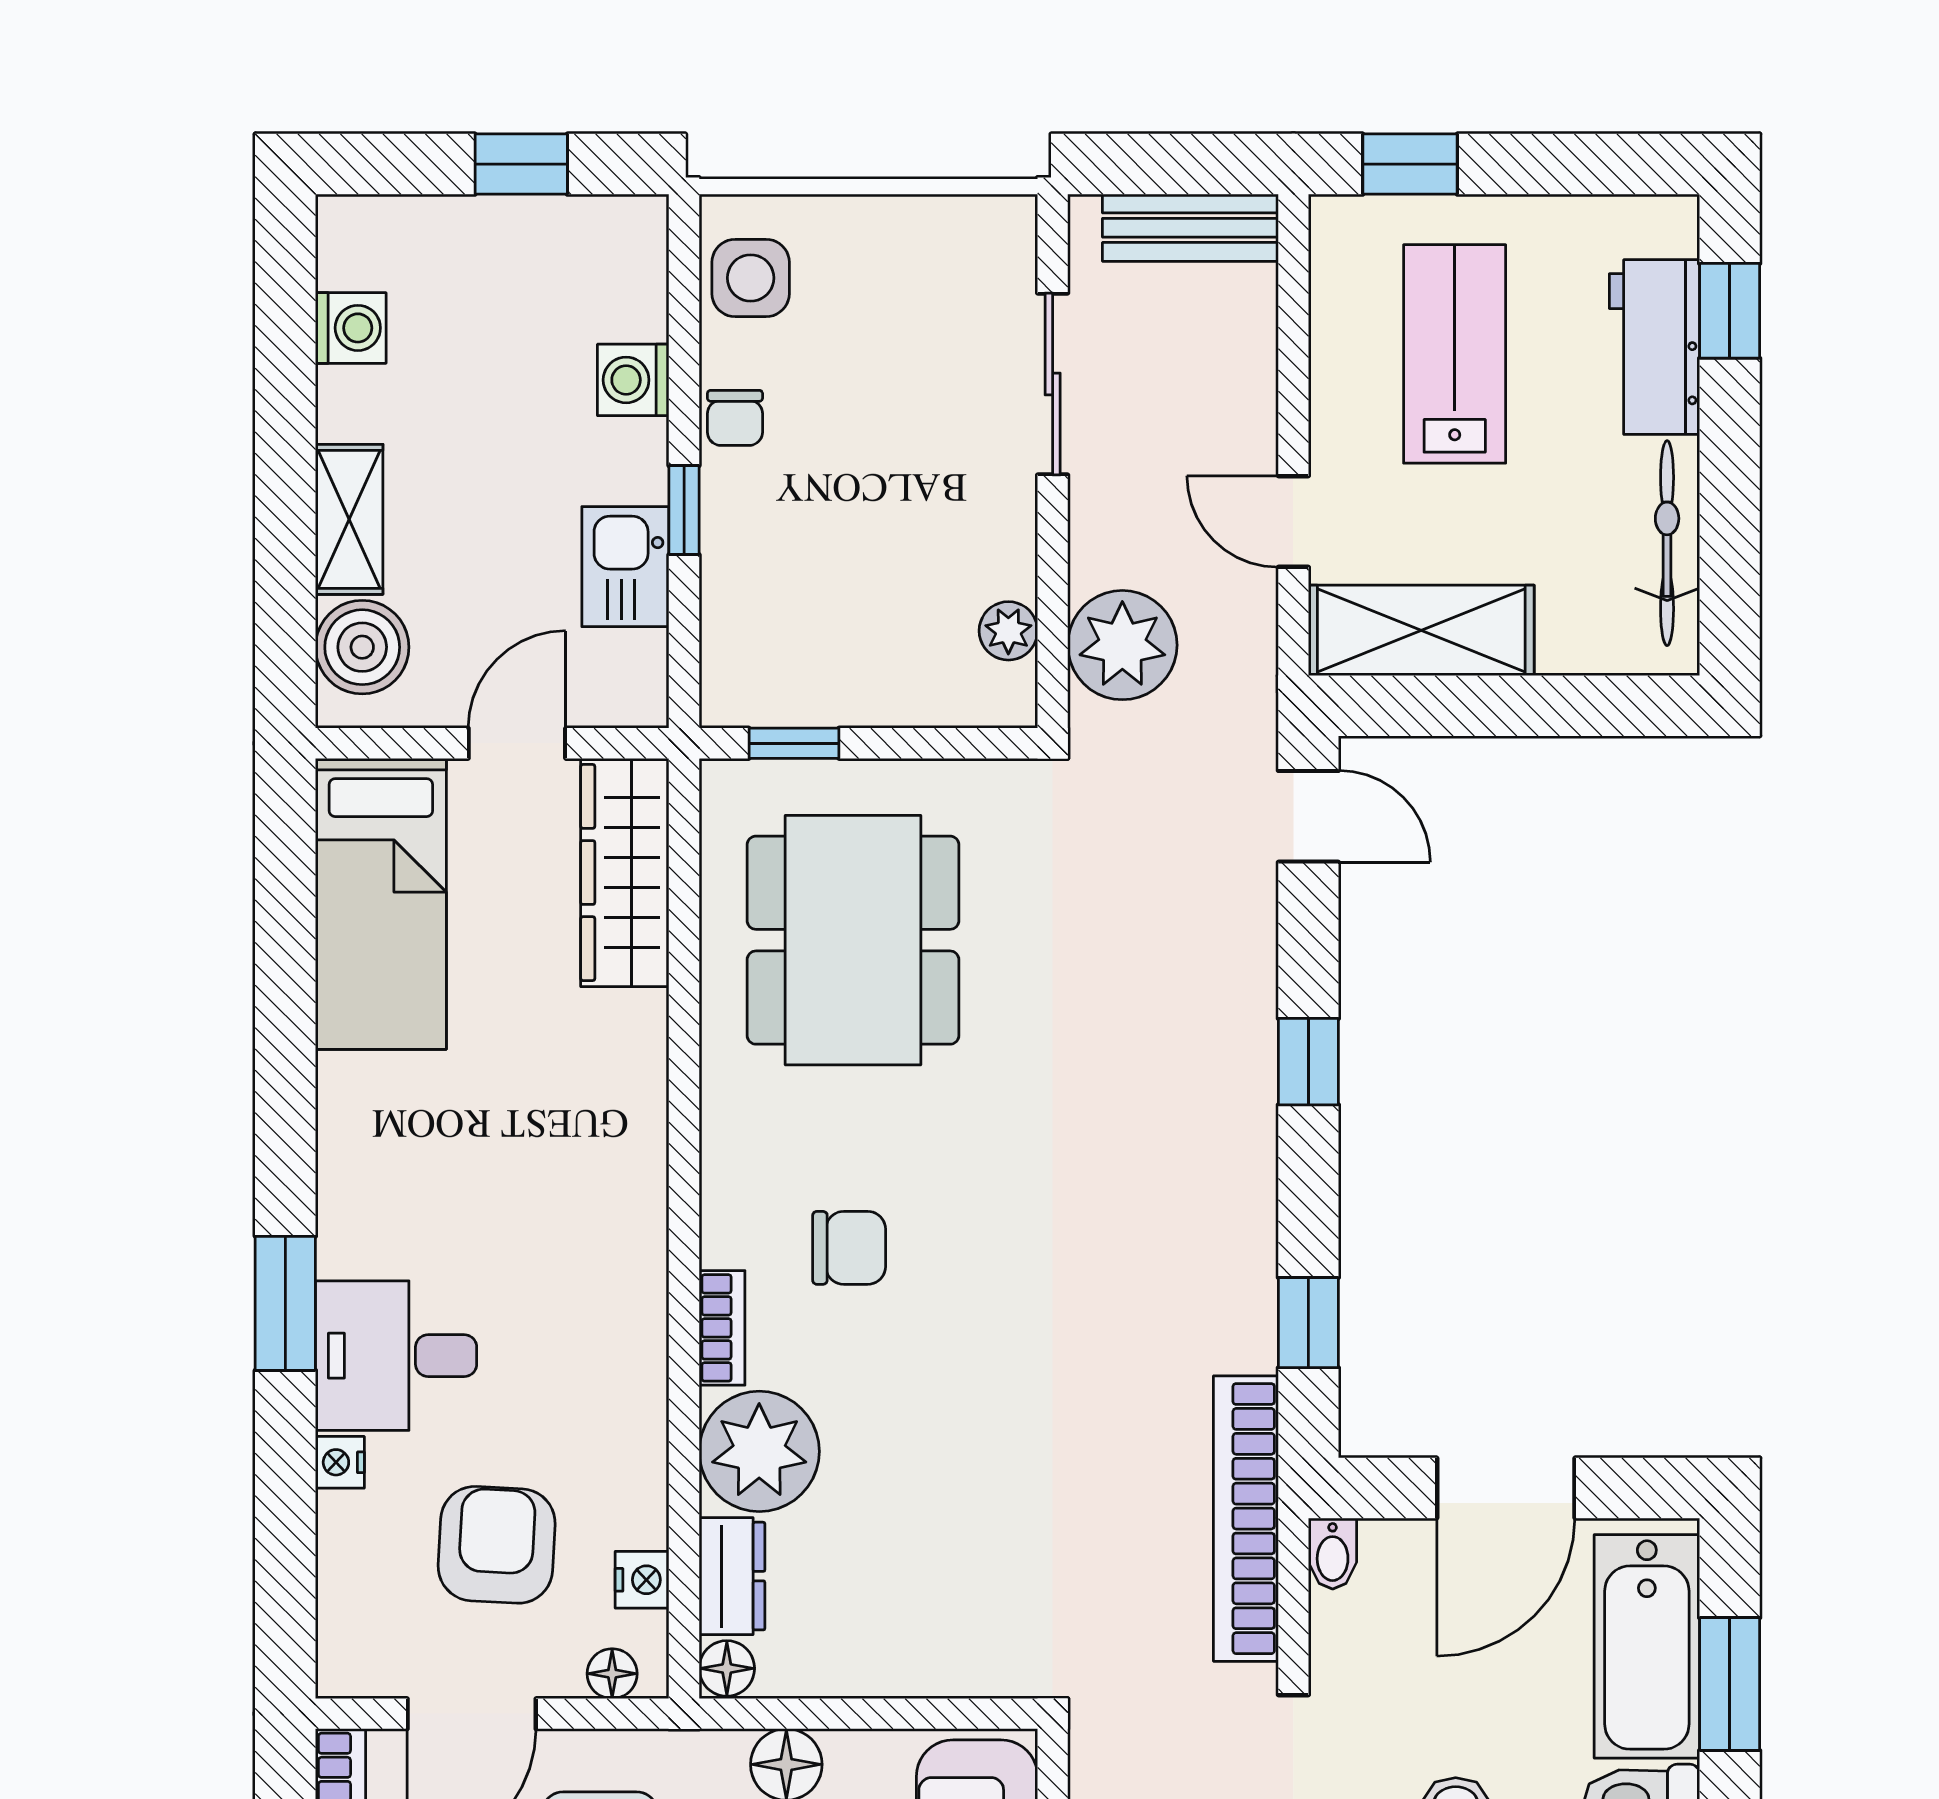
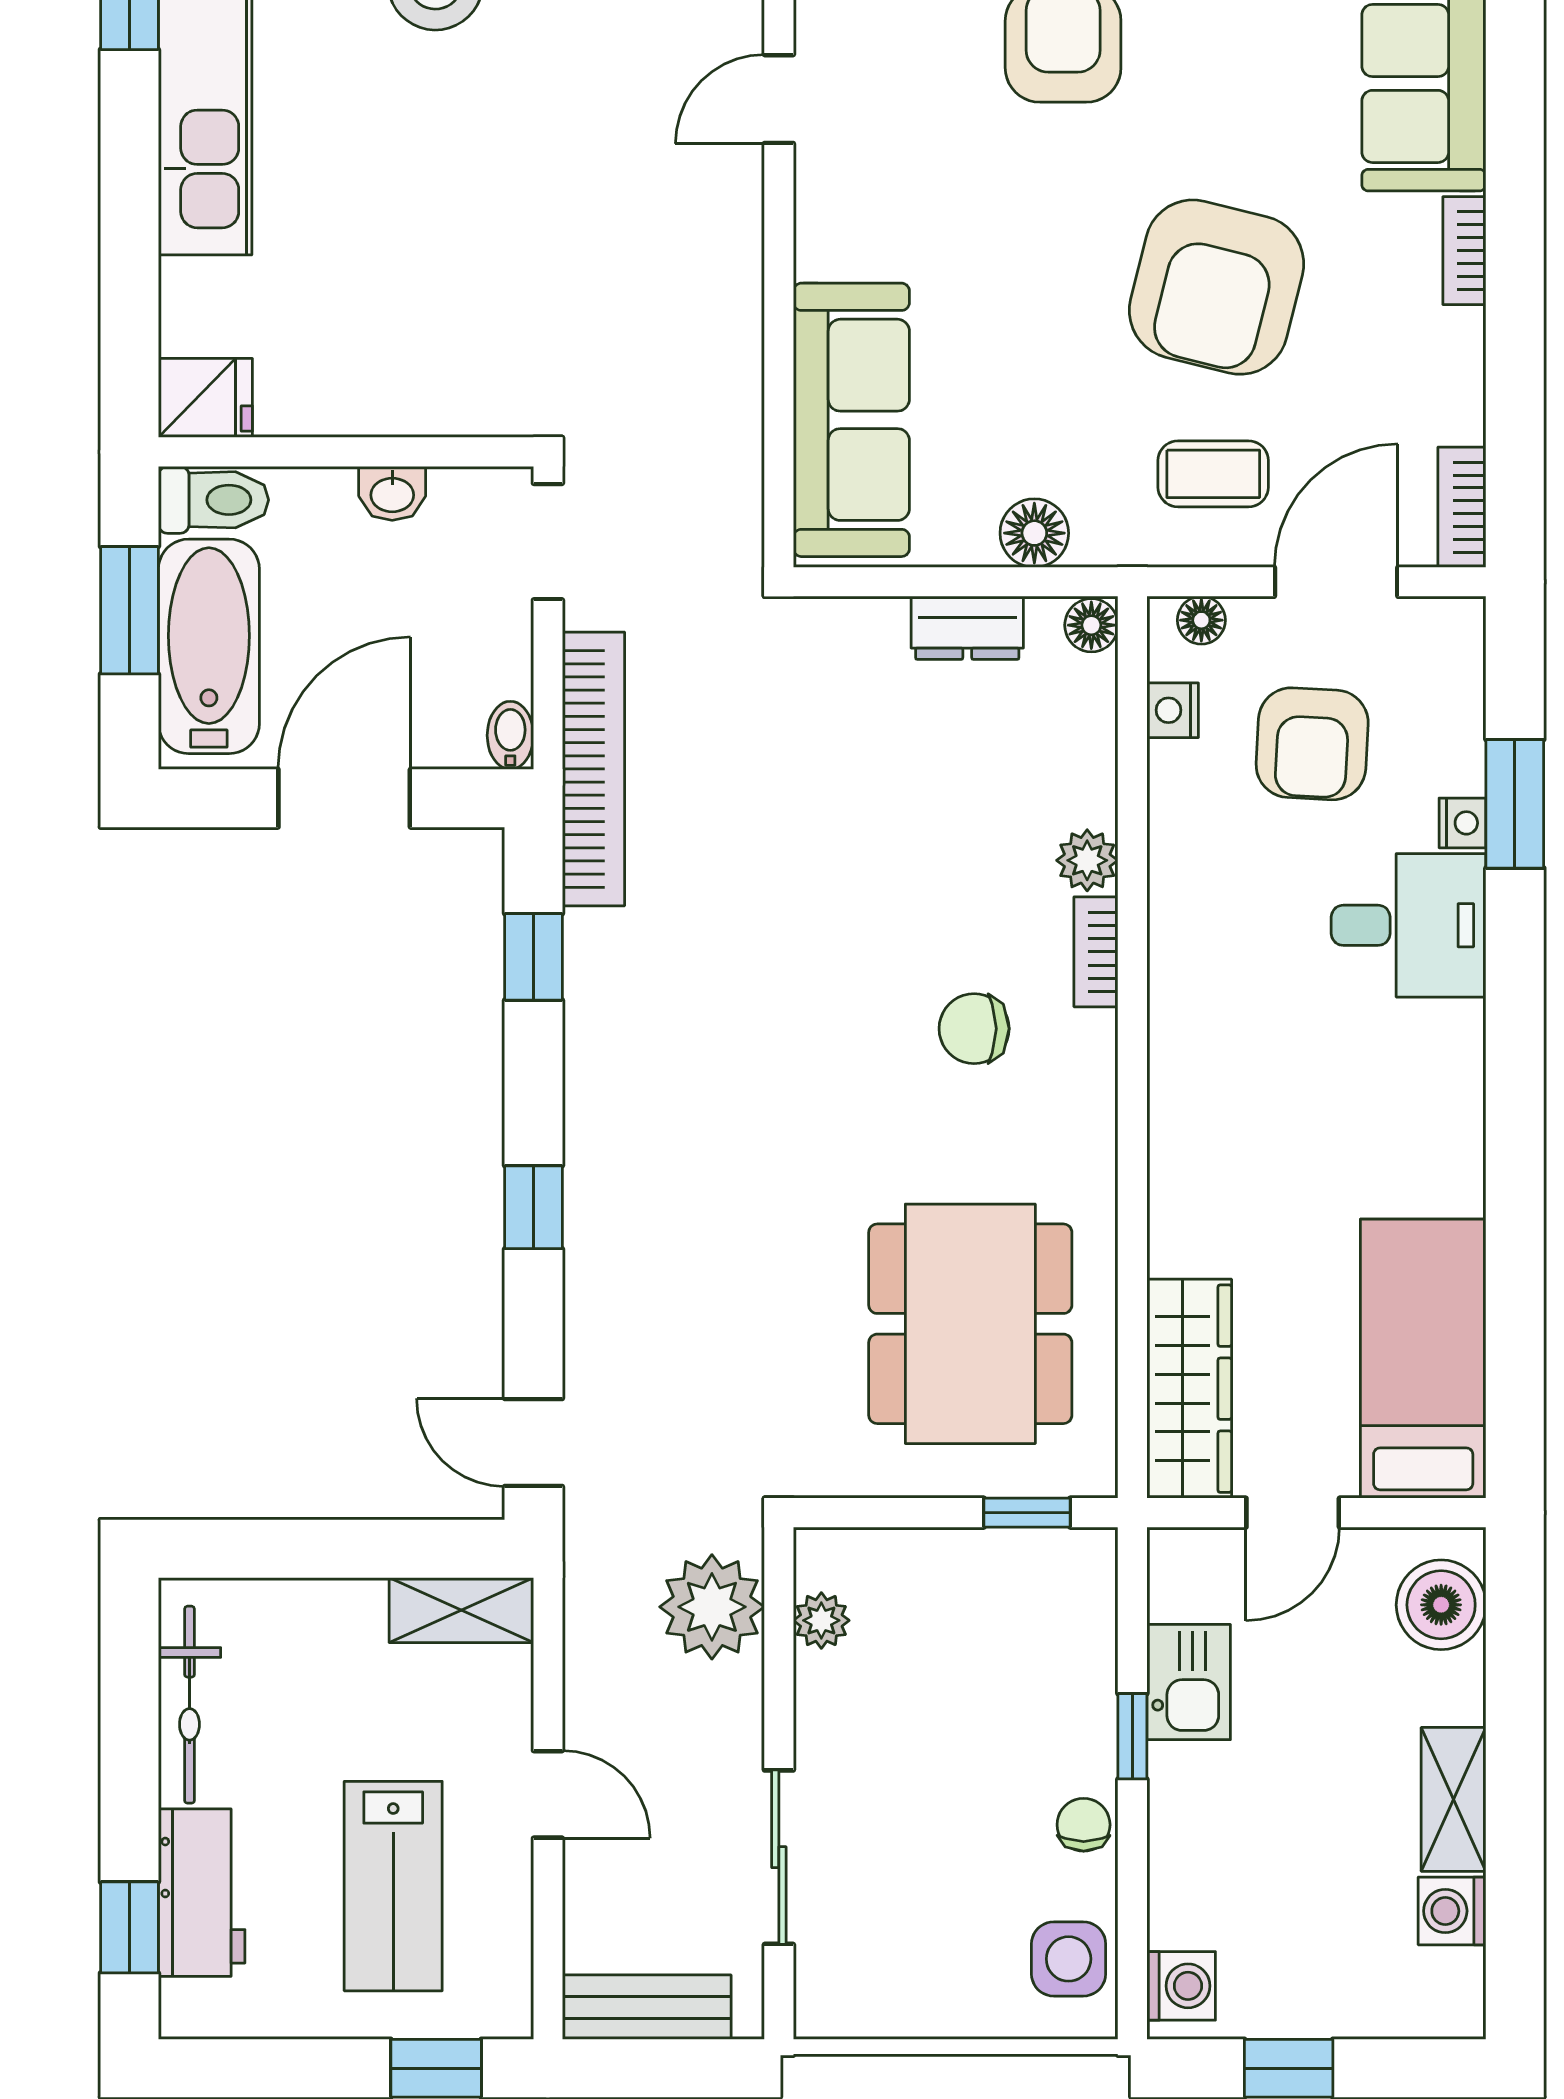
washing machine: (633, 380) -> (1181, 1986), moved
shelving: (349, 519) -> (1454, 1799), moved
door: (1293, 522) -> (548, 1794), moved
shelving: (1421, 630) -> (461, 1610), width x0.67, depth x0.75
window: (285, 1303) -> (1515, 804), moved
plant: (759, 1451) -> (1087, 860), width x0.53, depth x0.53
dresser: (732, 1576) -> (967, 628), moved, turned -90

